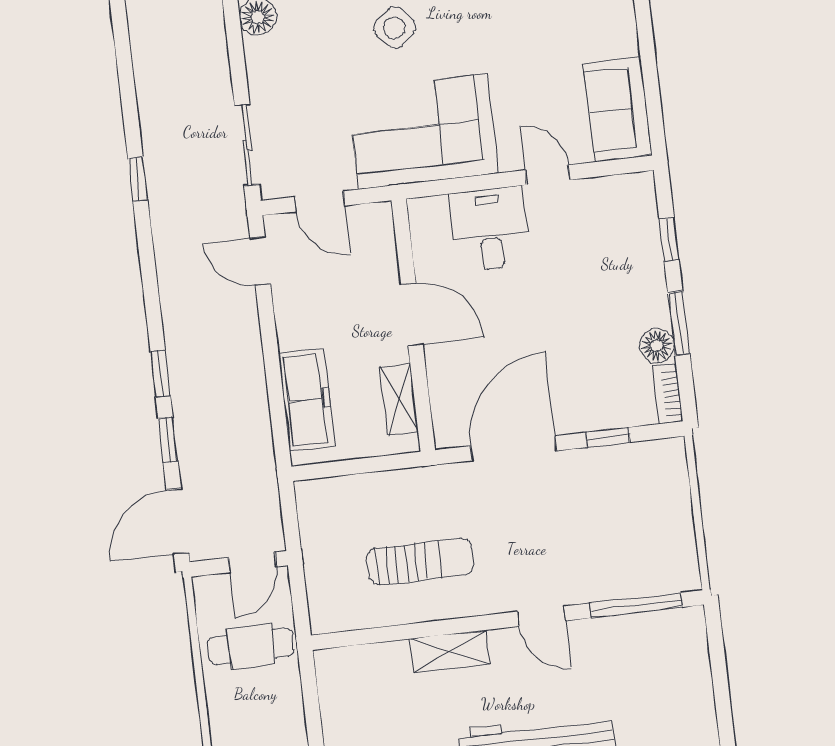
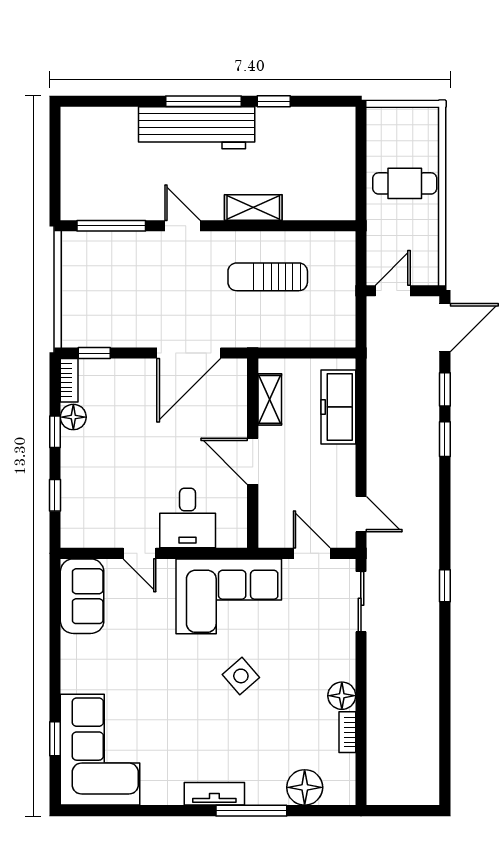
window: (679, 323) -> (55, 432), width x0.67
window: (608, 437) -> (94, 353), moved
cafe table: (251, 647) -> (405, 183), moved

